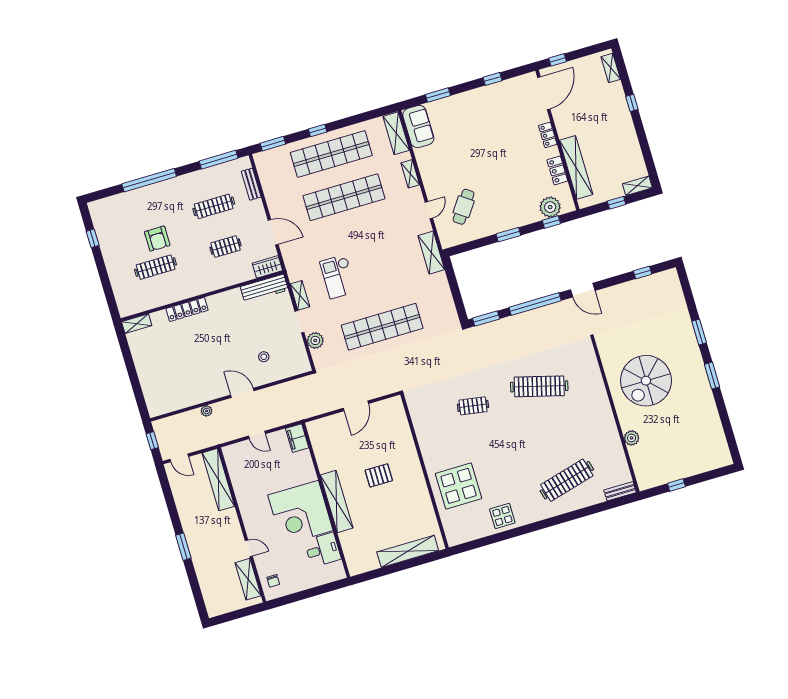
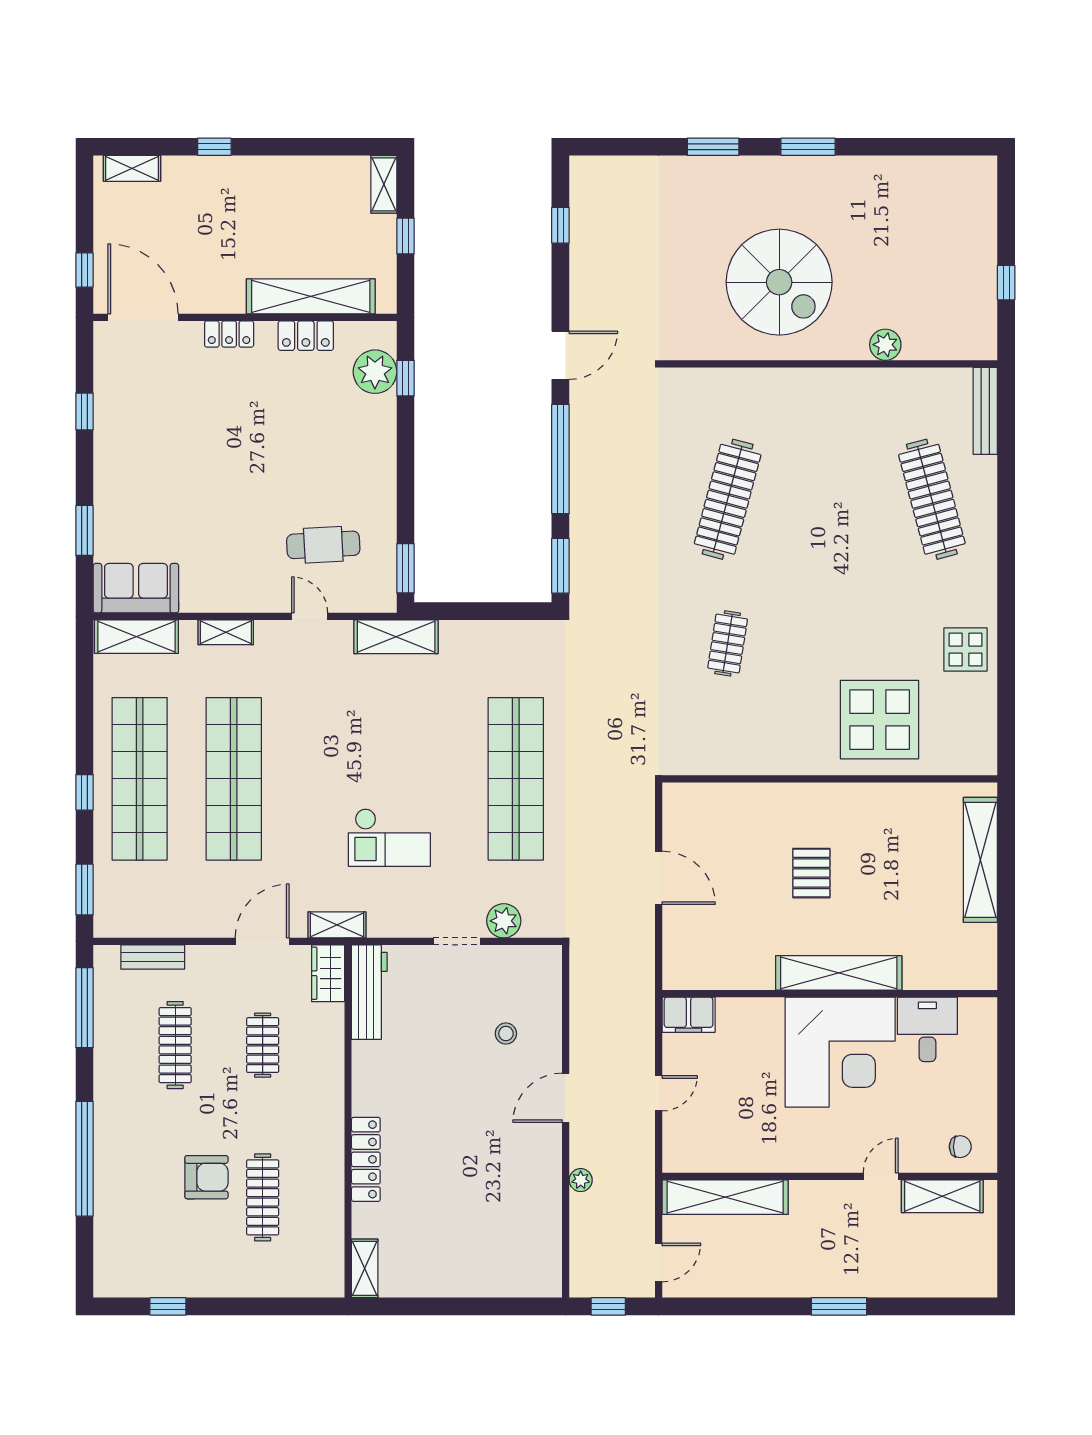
cafe table: (464, 207) -> (323, 545), turned -38
window: (508, 235) -> (405, 568), moved
shelving: (300, 295) -> (337, 925), moved
bench: (620, 491) -> (985, 411), width x1.36

